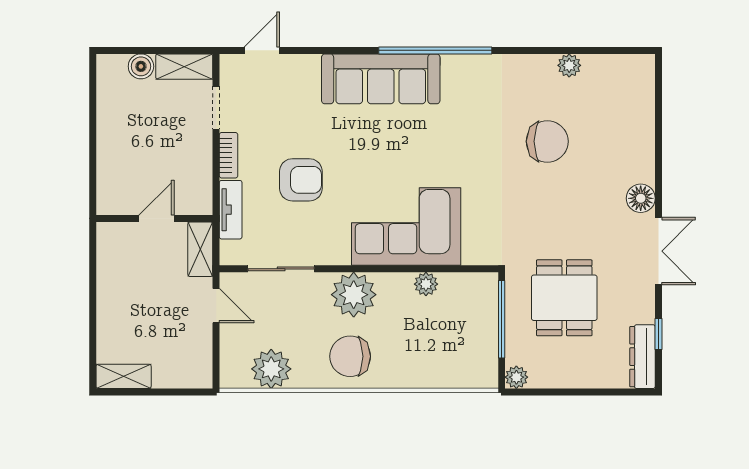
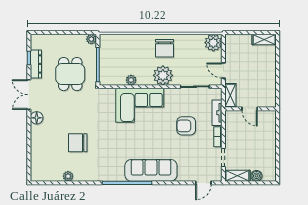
door: (156, 218) -> (250, 109), hinge flipped
chair: (350, 356) -> (164, 48), turned 90
dresser: (643, 357) -> (36, 64), moved
plant: (271, 369) -> (213, 43), moved

